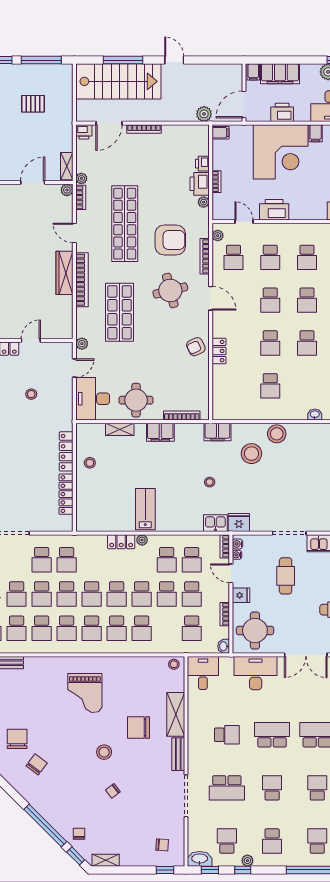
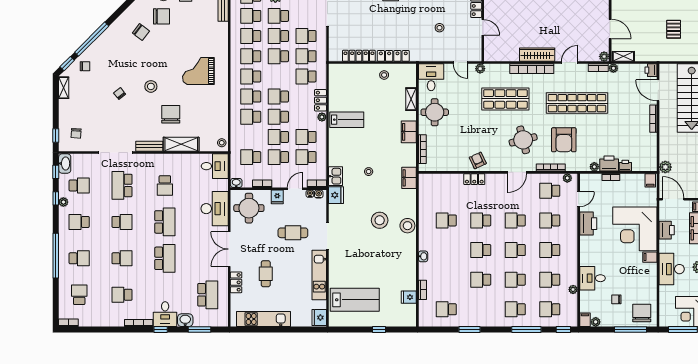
desk: (93, 399) -> (431, 77), width x0.73
stool: (251, 454) -> (380, 220), moved
school desk: (92, 594) -> (306, 76), moved

